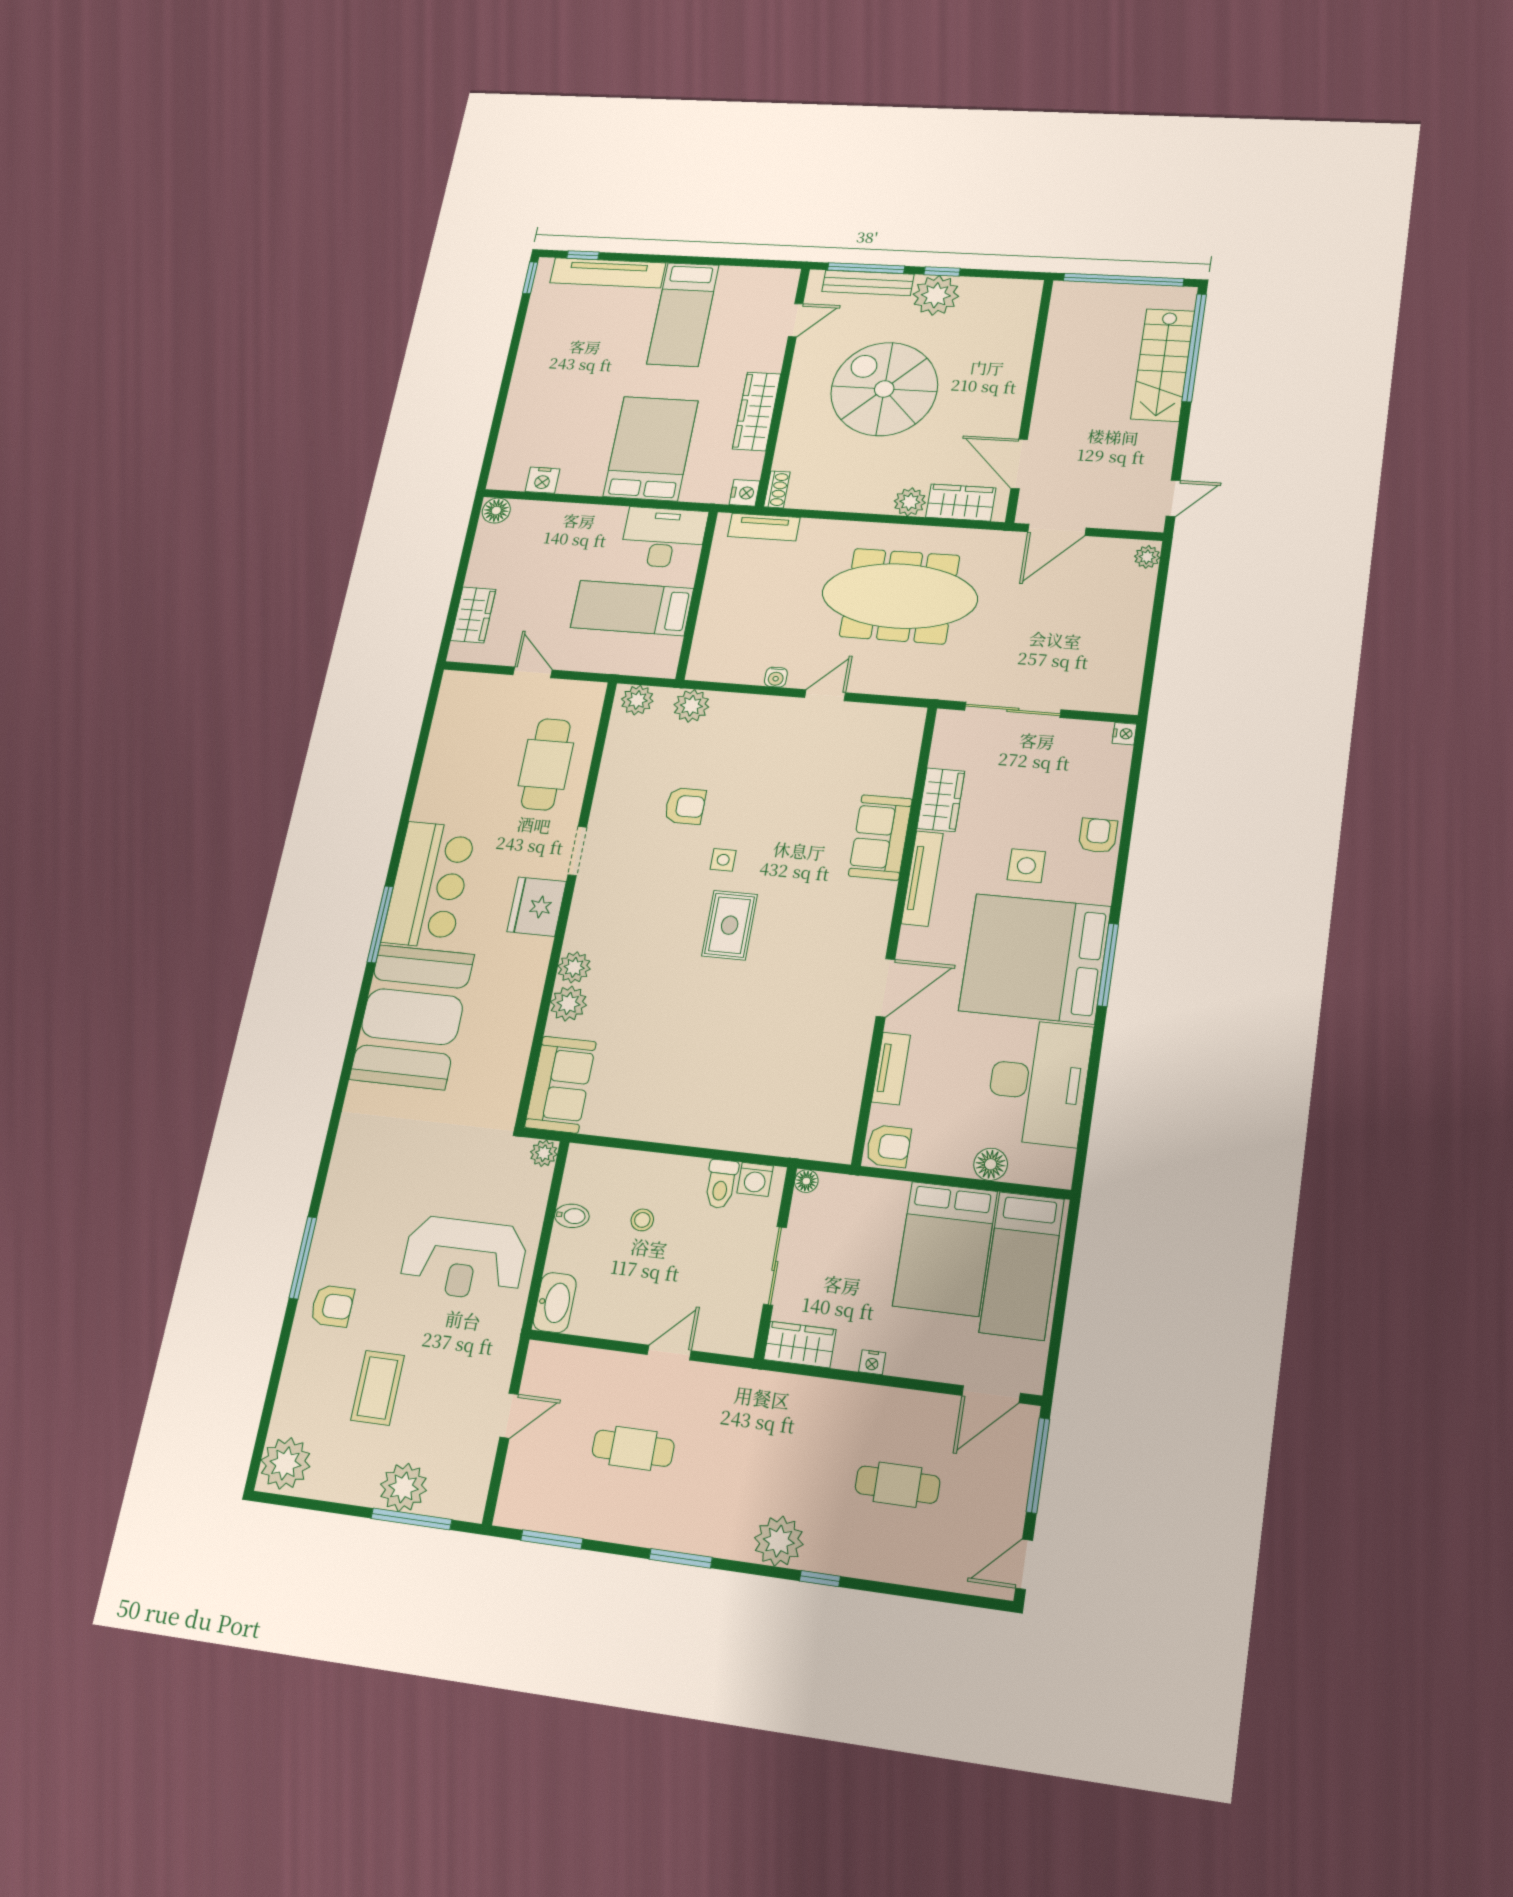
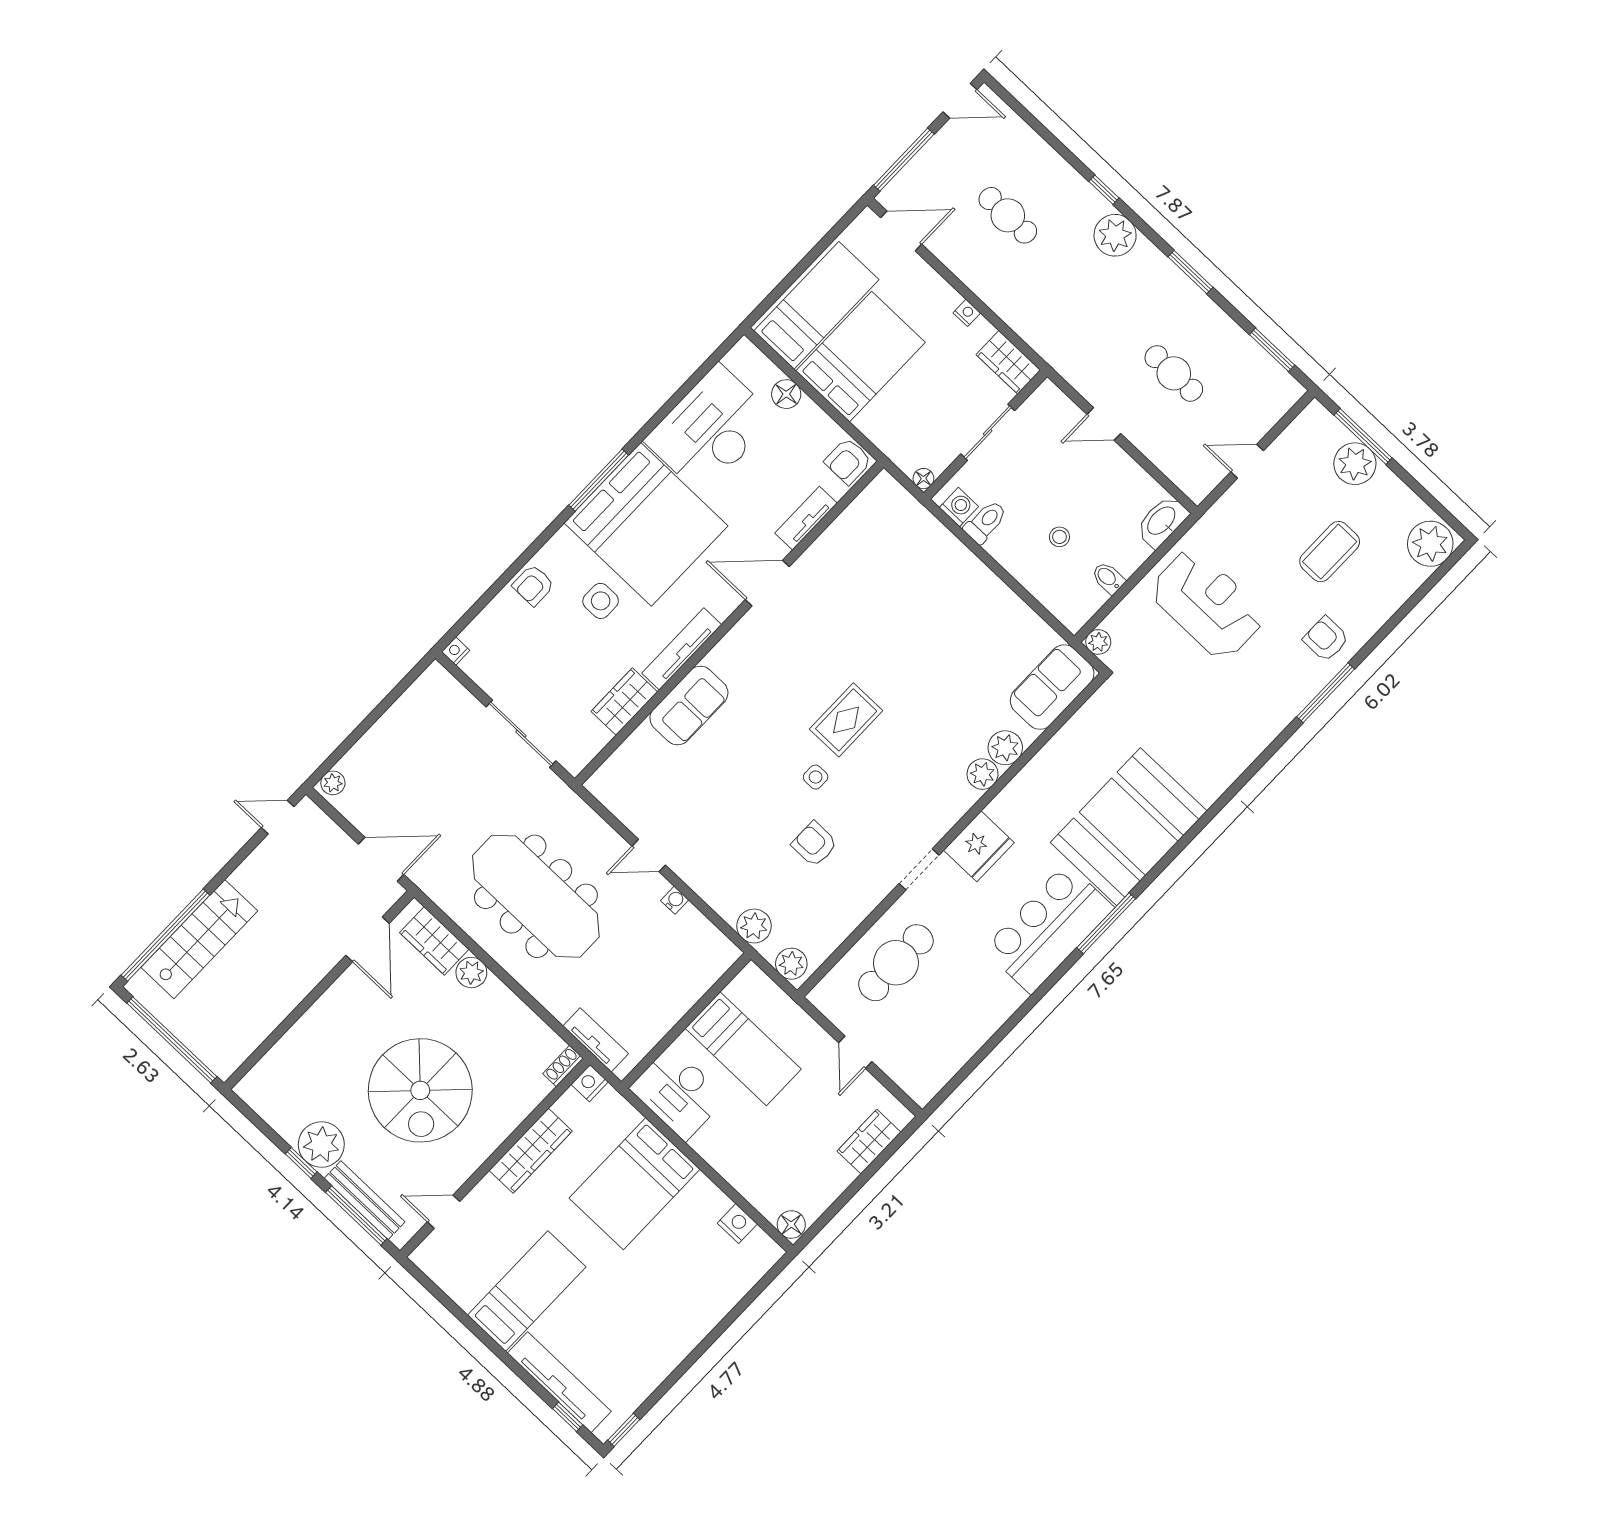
armchair: (888, 1146) -> (848, 461), turned -90

